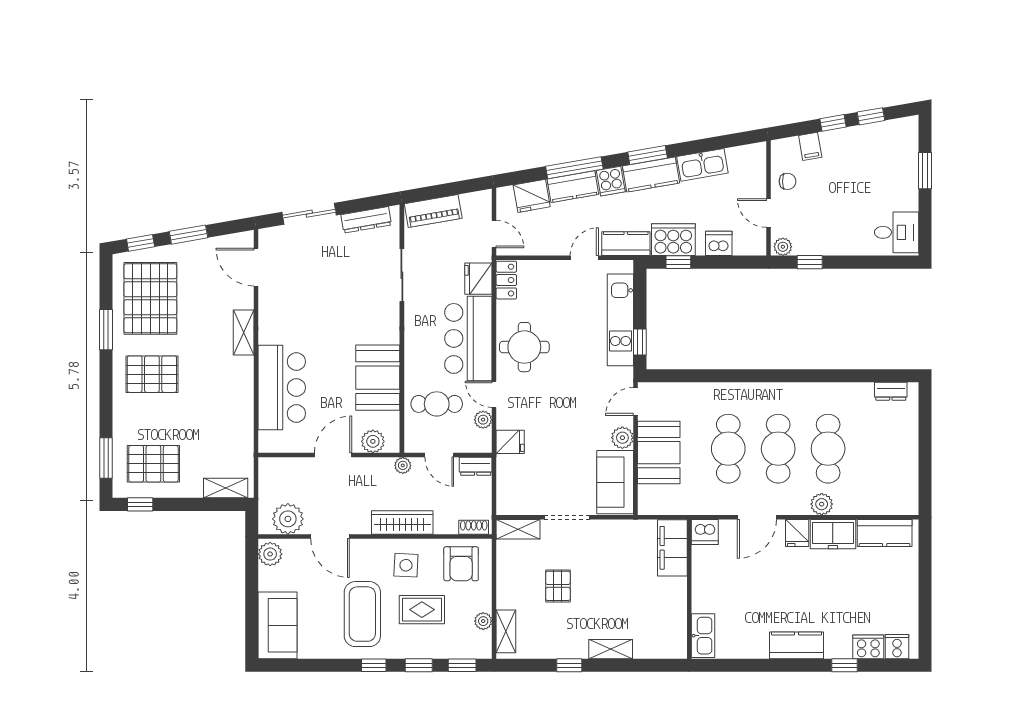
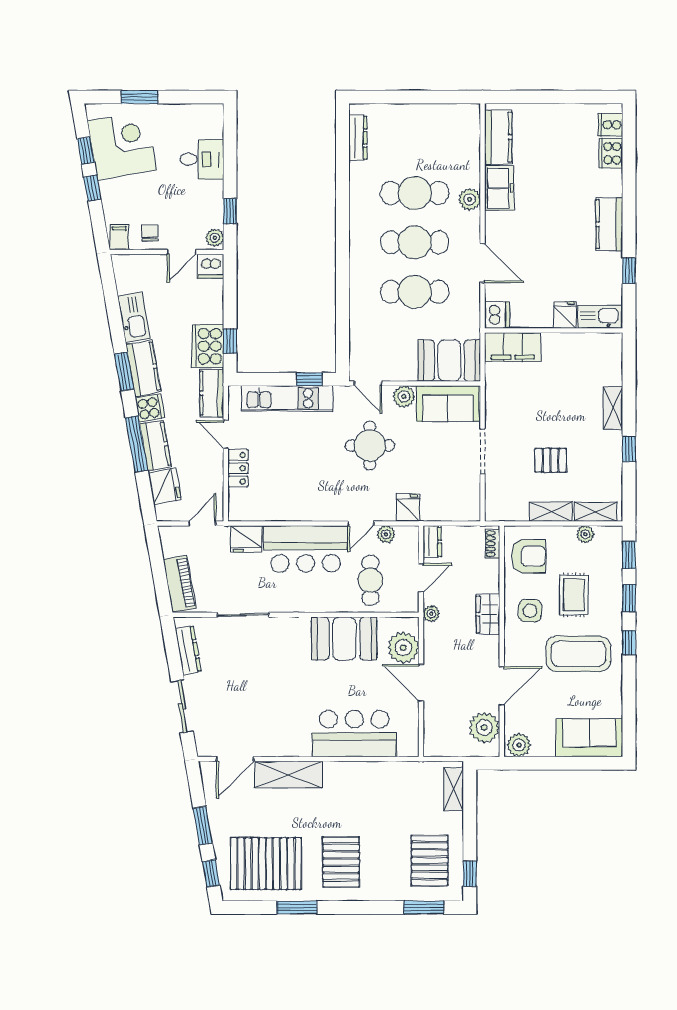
filing cabinet: (810, 146) -> (119, 237), moved, turned -80
corner desk: (876, 153) -> (122, 146), added
desk: (897, 232) -> (202, 159), moved, turned 90
dishwasher: (719, 243) -> (211, 266), moved, turned -90
locker: (506, 280) -> (238, 468), moved, turned 90
shelving: (244, 332) -> (289, 775), width x1.50, depth x1.33
round table: (524, 347) -> (370, 446), moved
dresser: (891, 391) -> (358, 138), width x1.44
plant: (373, 441) -> (403, 648), width x1.36, depth x1.36
booth: (659, 453) -> (449, 360), moved
wardrobe: (402, 523) -> (488, 614), width x0.67
shelving: (518, 529) -> (551, 512), moved, turned 90
fridge: (797, 533) -> (565, 315), moved, turned -90
window: (844, 665) -> (629, 271), moved

